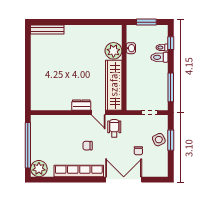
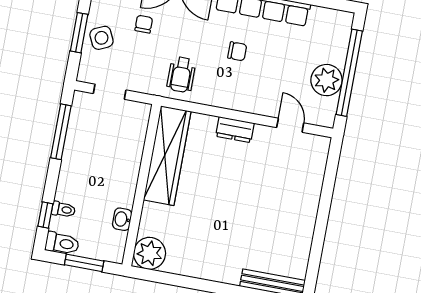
plant: (113, 51) -> (150, 253), moved
toilet: (159, 57) -> (62, 243), moved
door: (98, 113) -> (290, 125), moved
plant: (39, 169) -> (326, 80), moved

